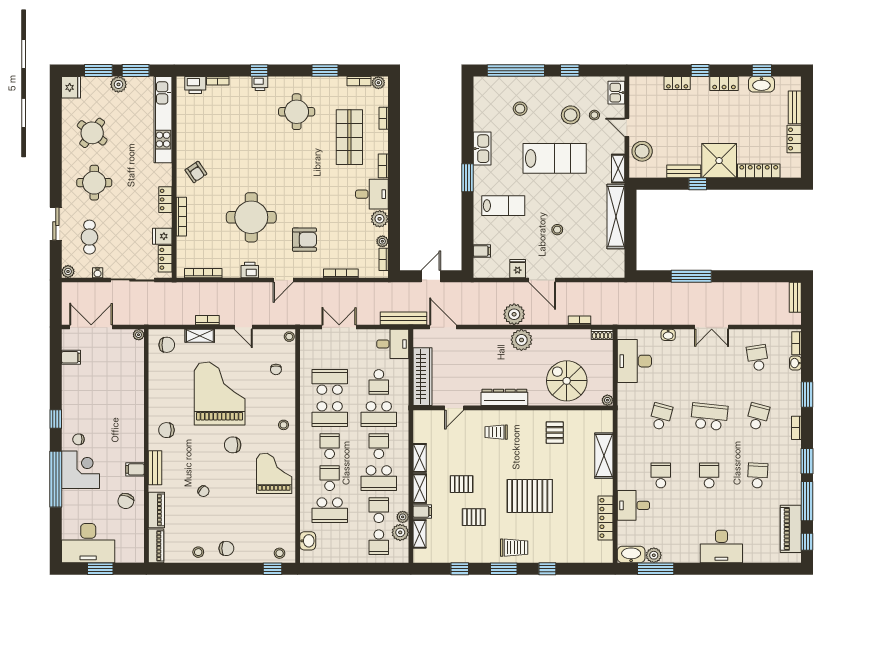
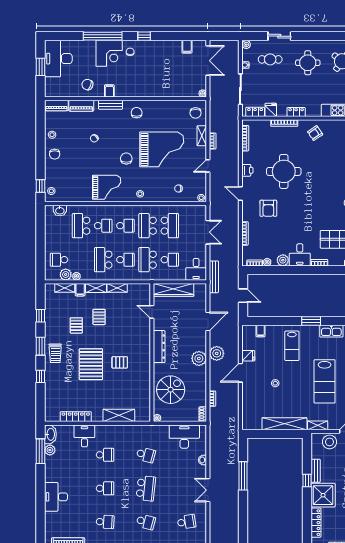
door: (443, 327) -> (208, 321), moved
school desk: (379, 382) -> (170, 260), turned 180
trolley: (496, 432) -> (135, 341), removed
pallet: (555, 433) -> (120, 362), moved
school desk: (379, 510) -> (81, 260), removed

